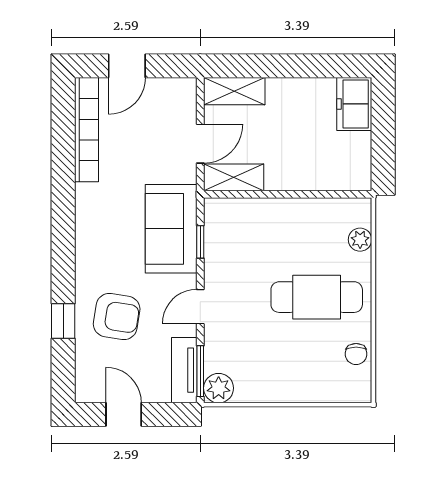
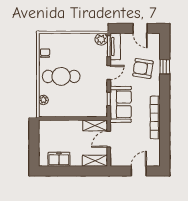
freezer: (354, 104) -> (59, 159), moved, turned -90
bookcase: (87, 130) -> (155, 117), moved

